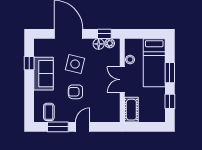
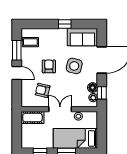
window: (29, 63) -> (65, 24), moved
sofa: (43, 74) -> (82, 37), moved
armchair: (102, 99) -> (43, 90), added

